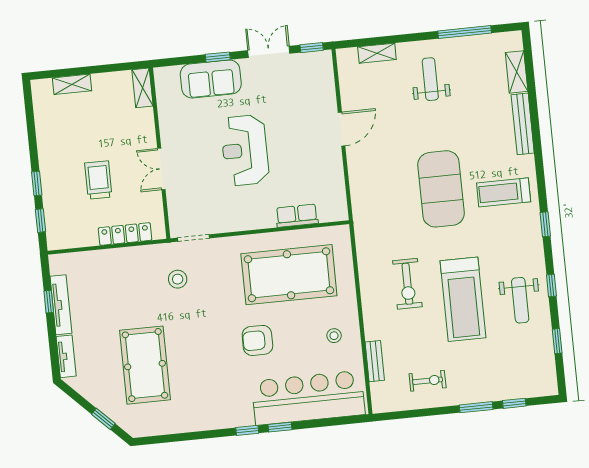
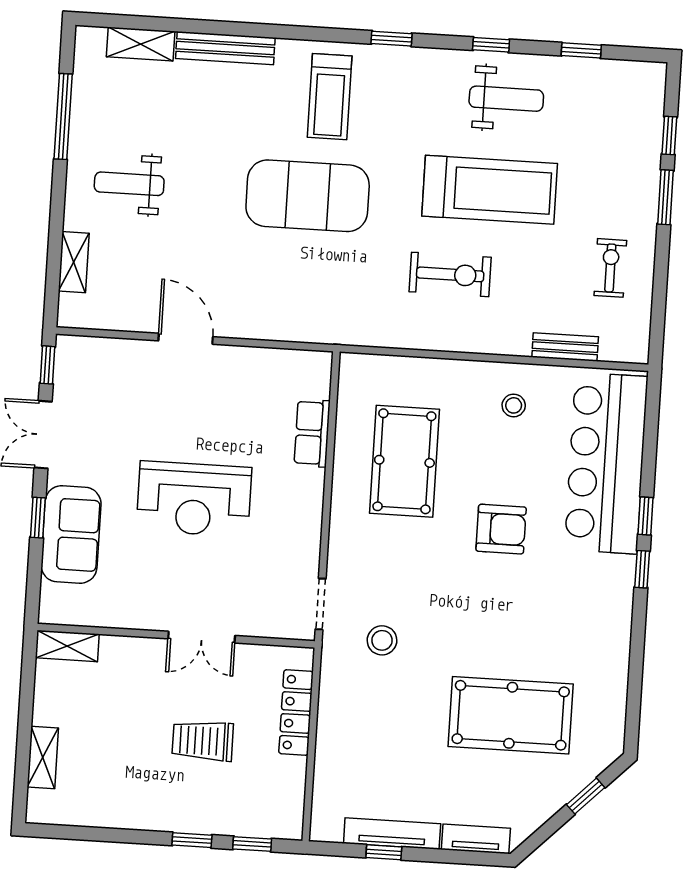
pool table: (289, 275) -> (404, 461), width x0.73, depth x0.76
armchair: (257, 340) -> (501, 529), turned -90

